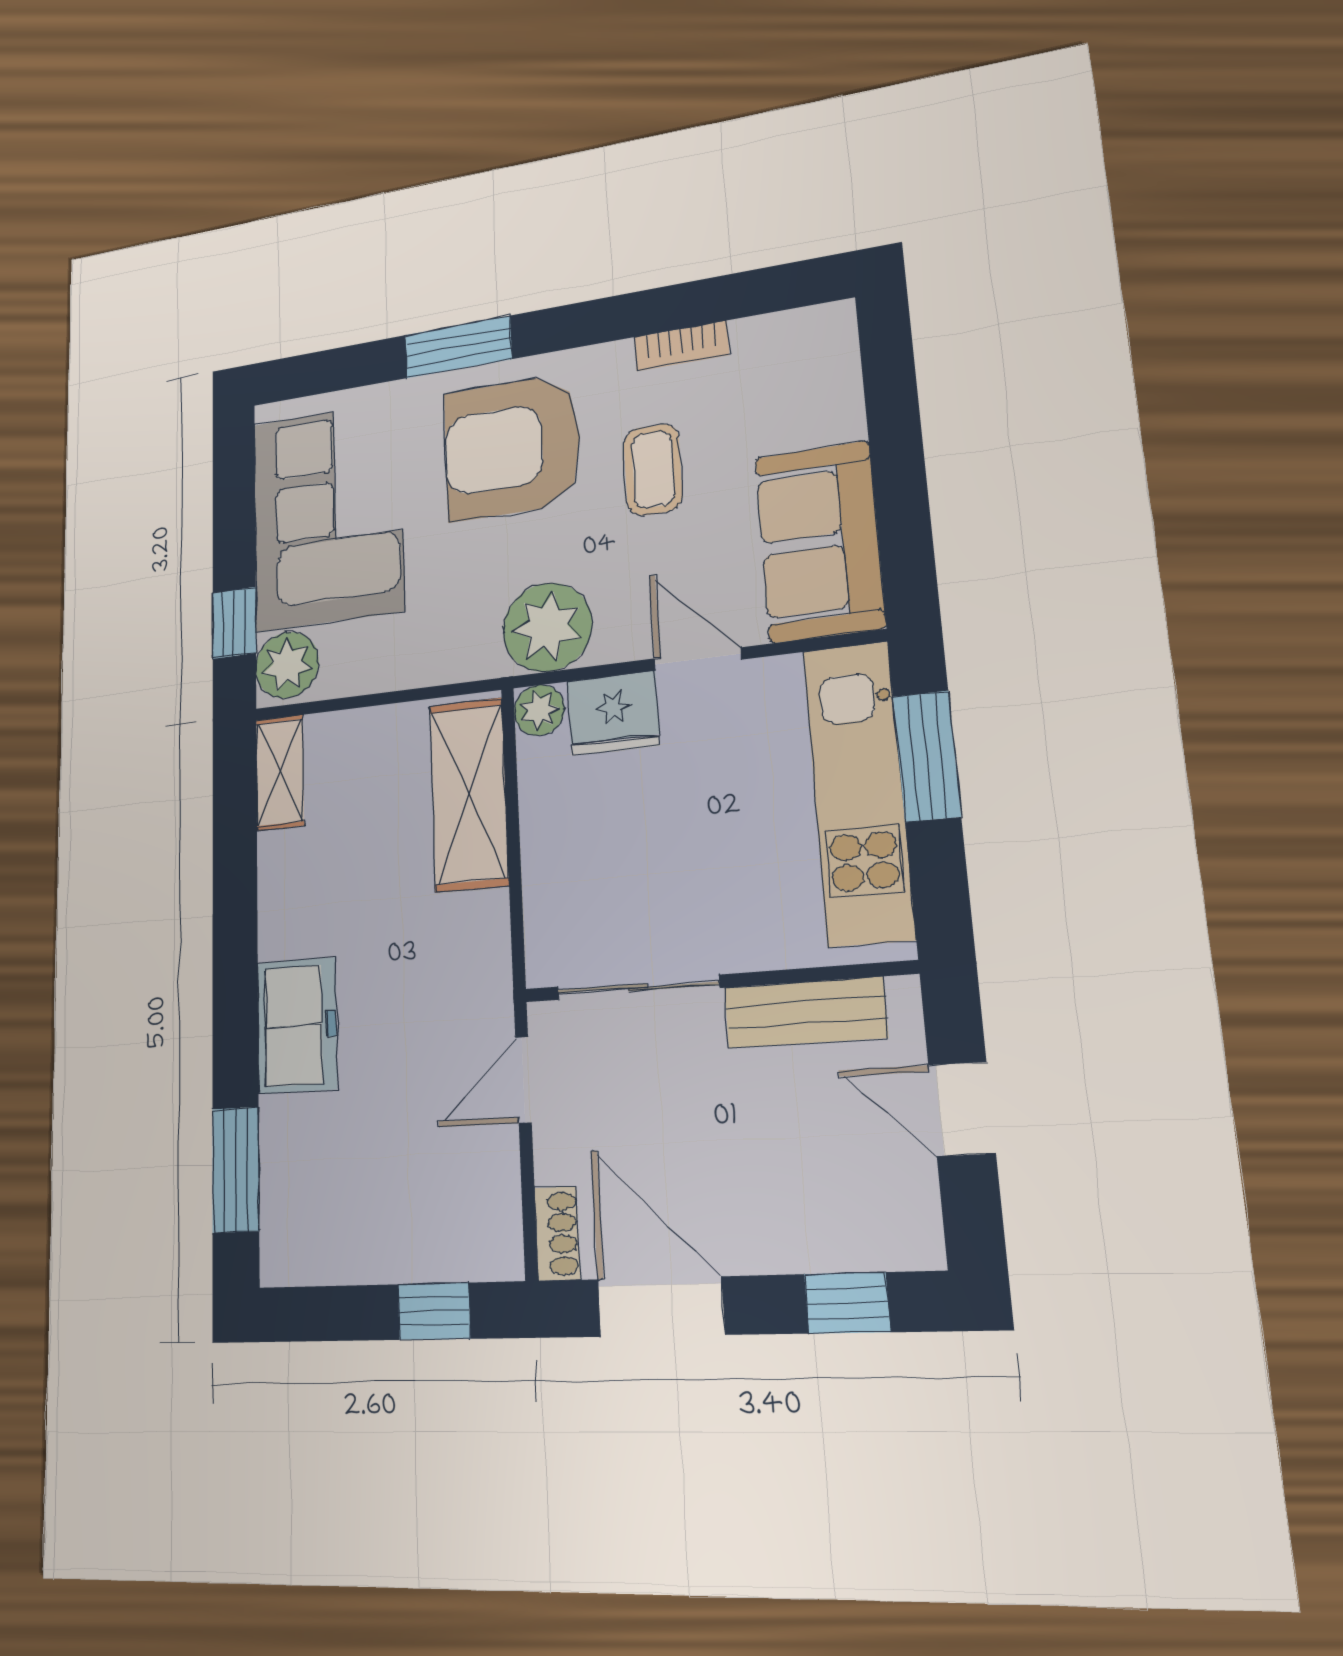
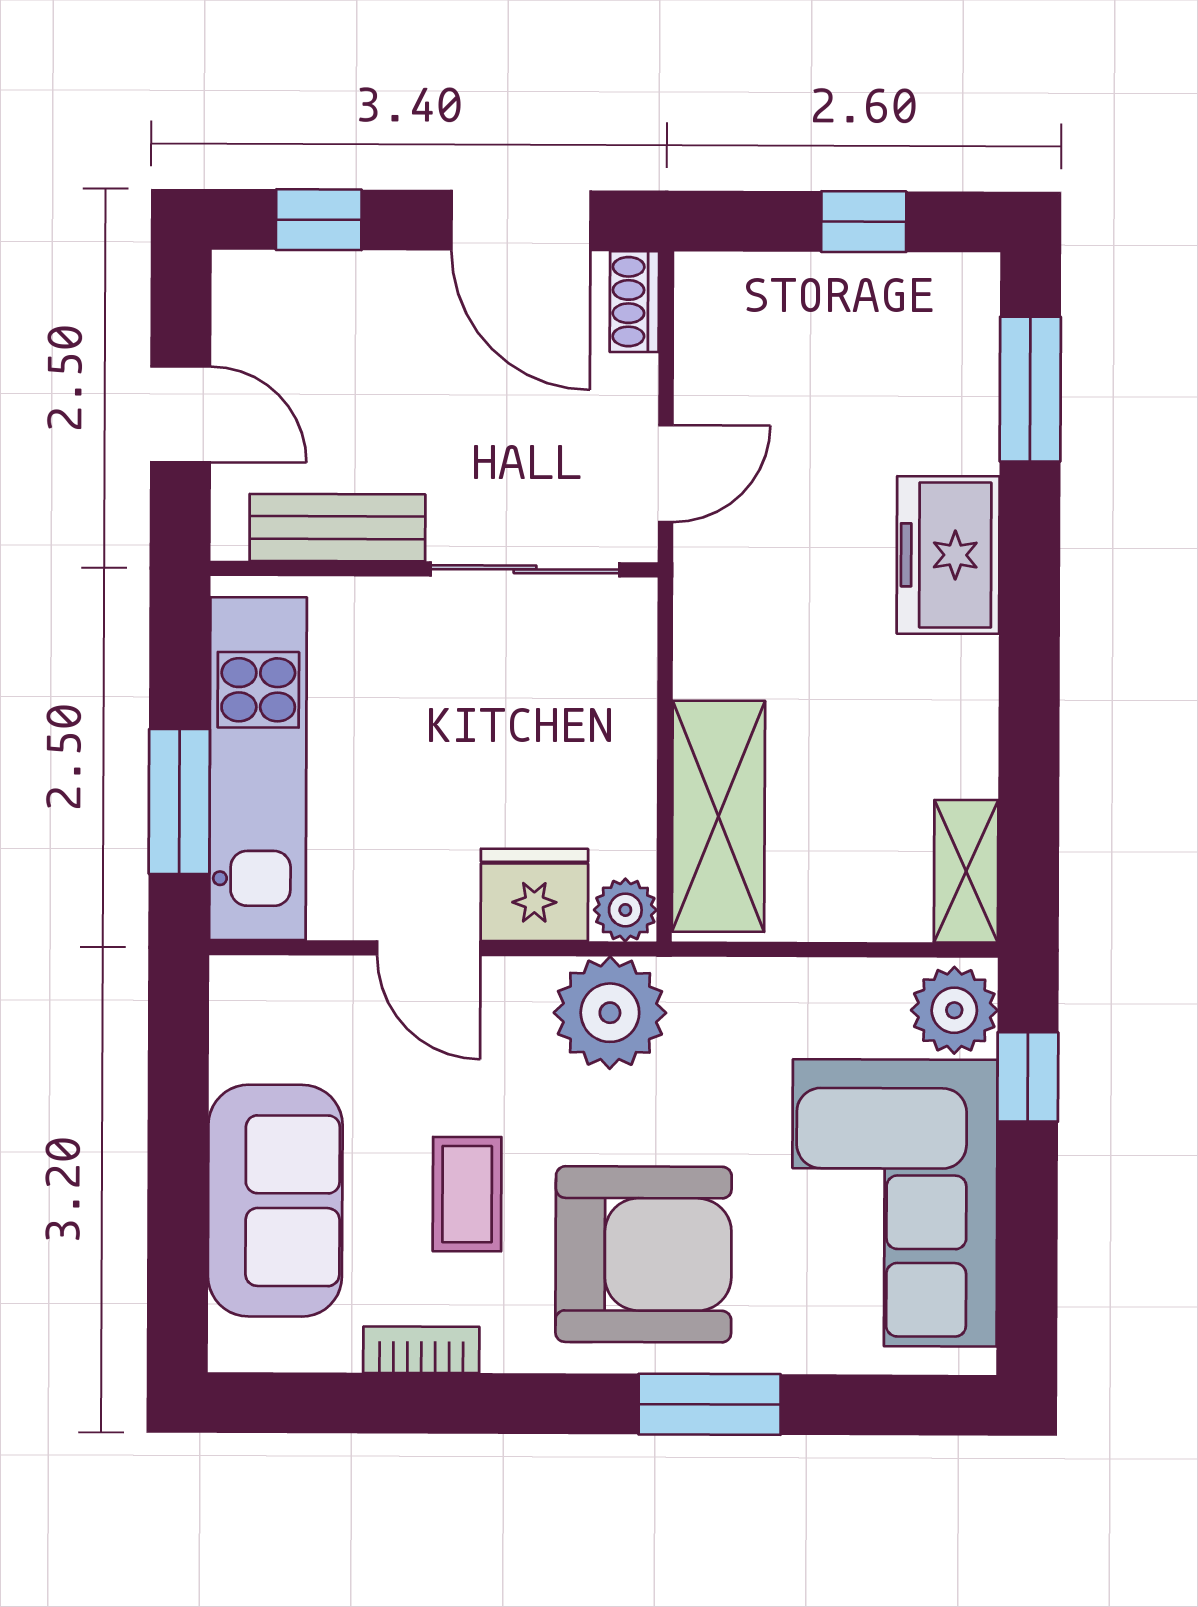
sofa: (819, 542) -> (275, 1201), moved
window: (434, 1311) -> (864, 222), moved

